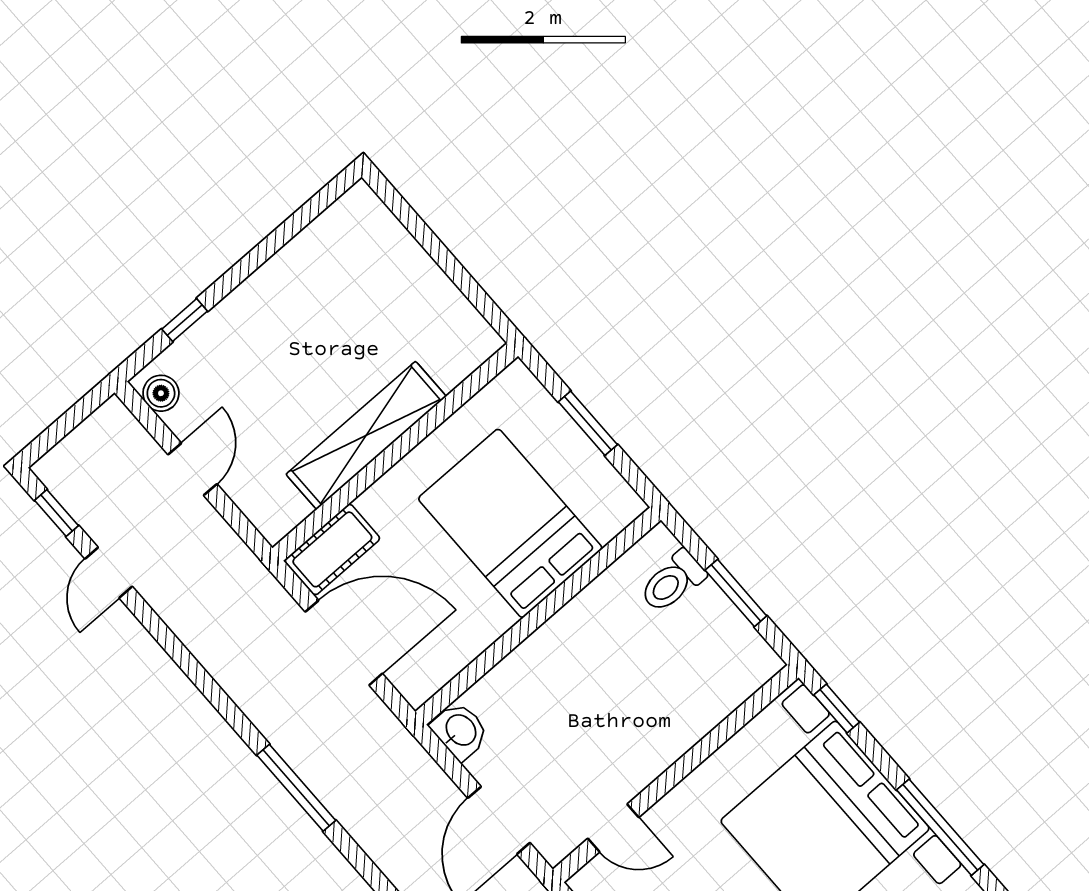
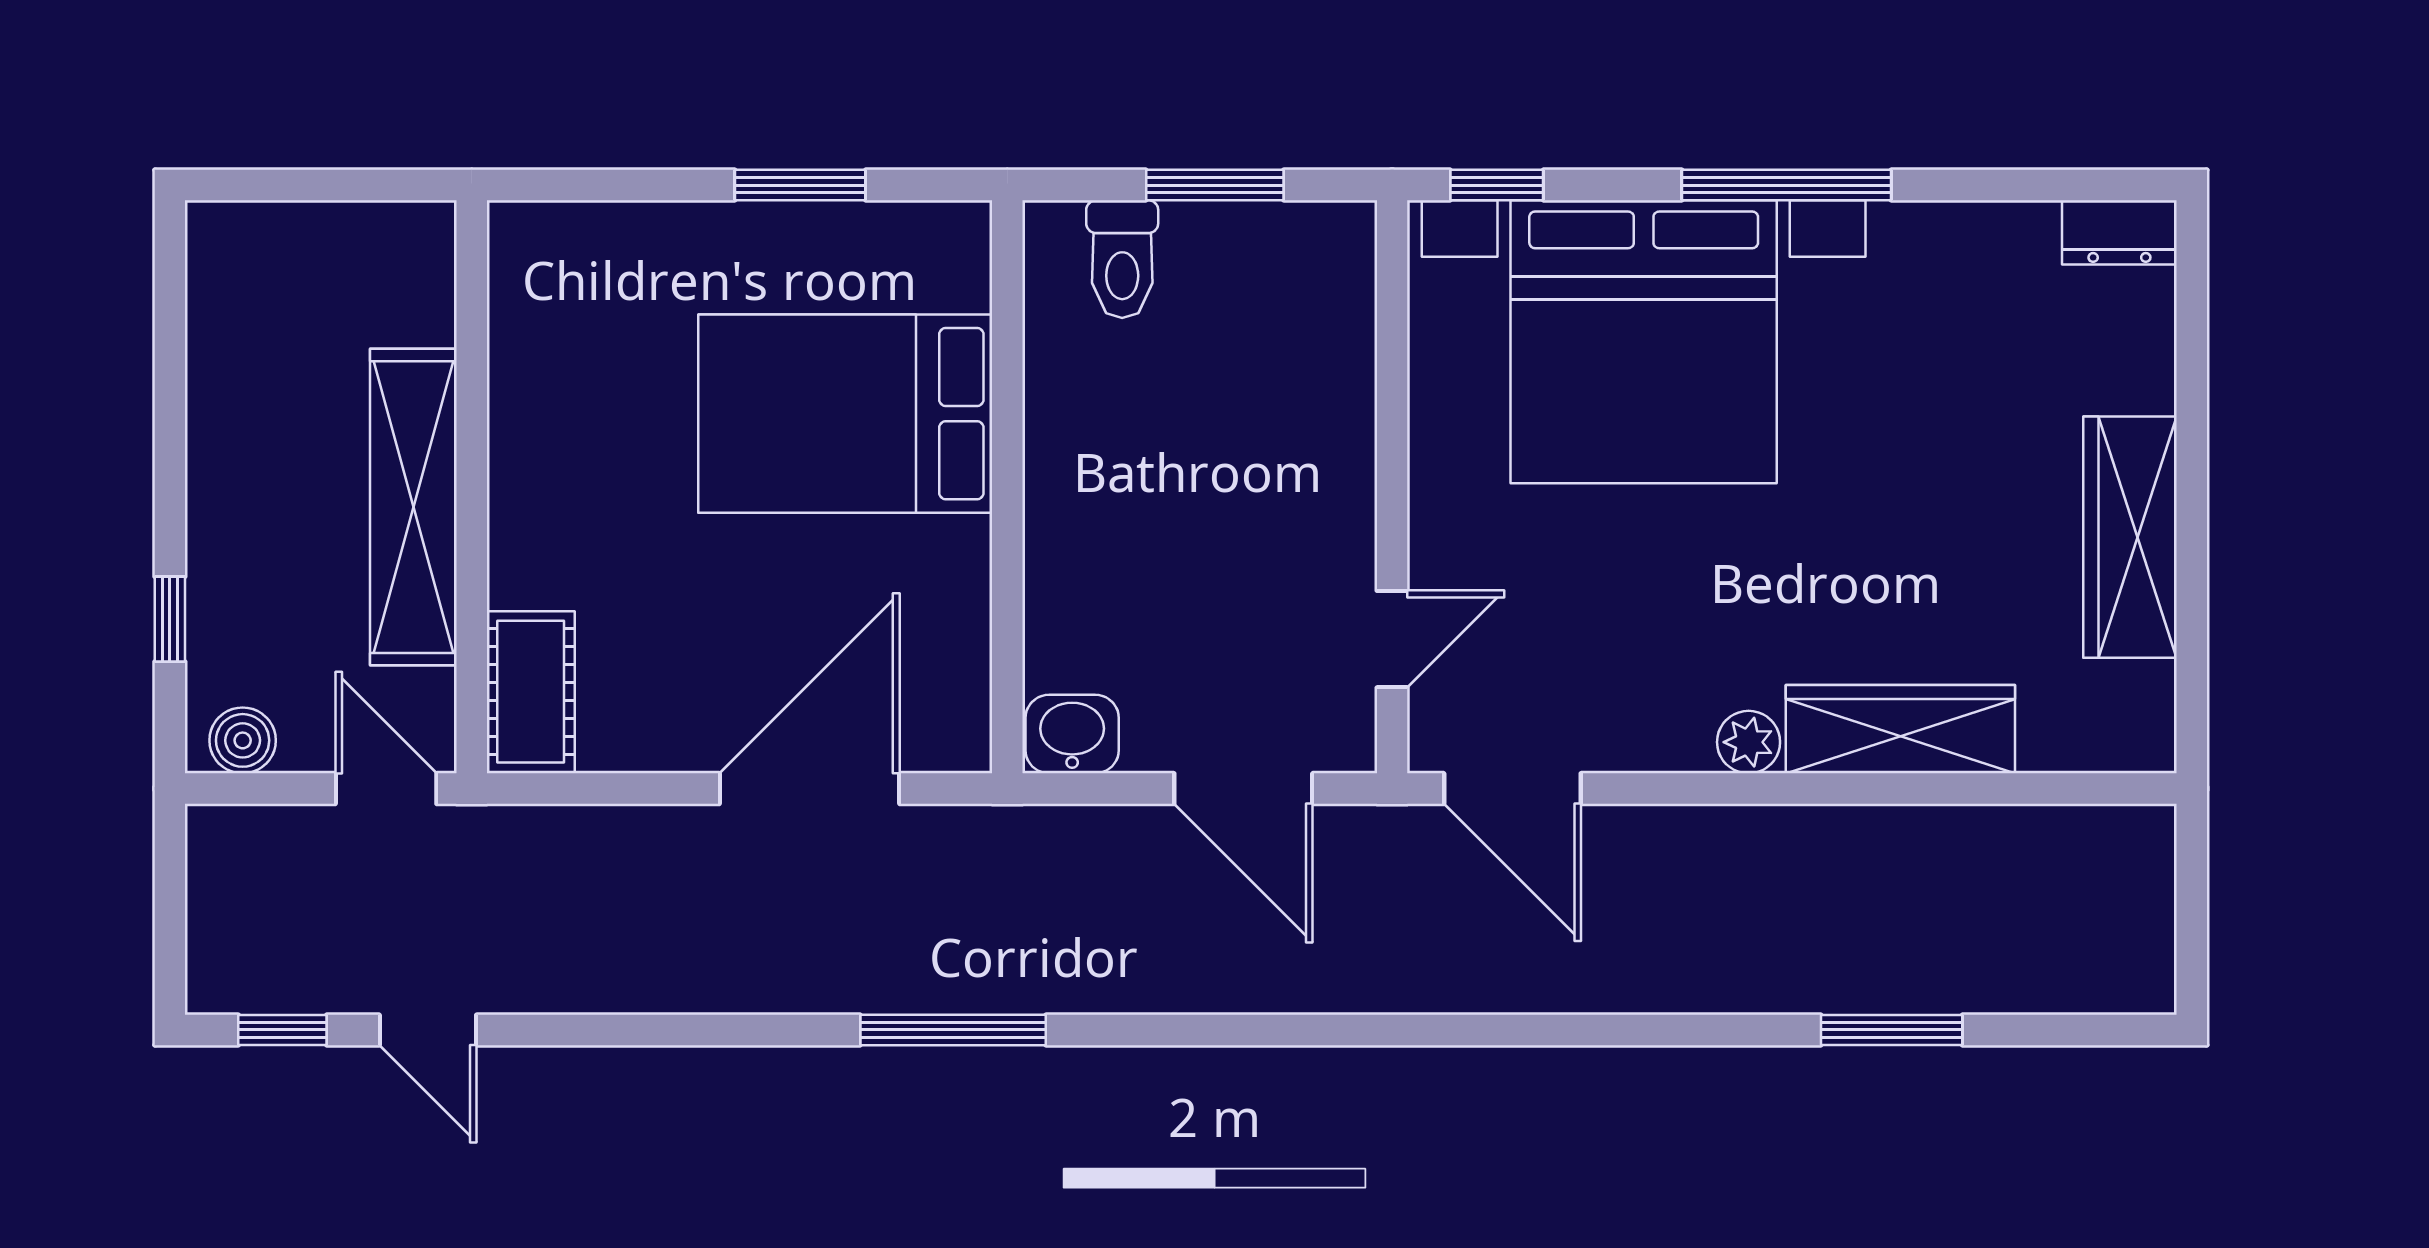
shelving: (366, 435) -> (413, 507), moved
wall: (395, 452) -> (472, 487), moved
cot: (332, 549) -> (531, 692), moved

